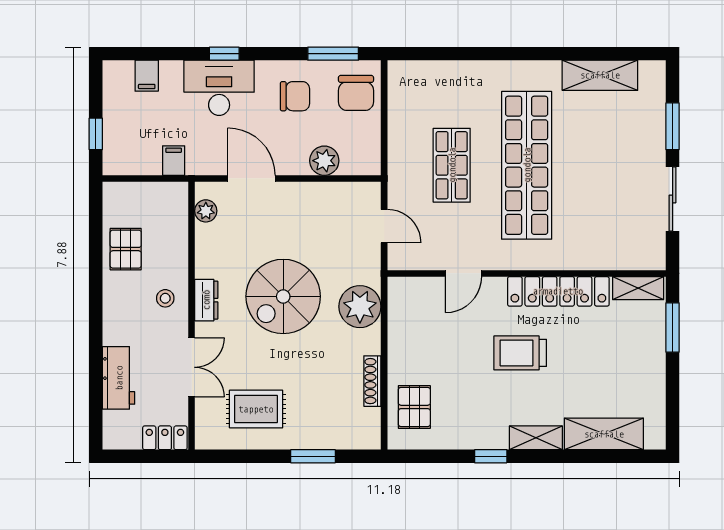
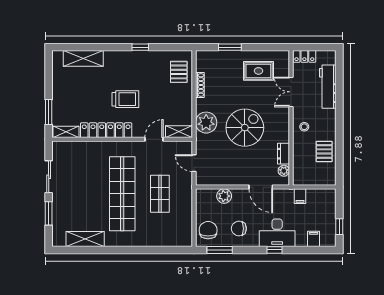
window: (96, 134) -> (339, 227), moved
dresser: (206, 300) -> (284, 154), moved
workbench: (119, 378) -> (328, 87), width x1.38
shelving: (536, 438) -> (179, 132), moved

